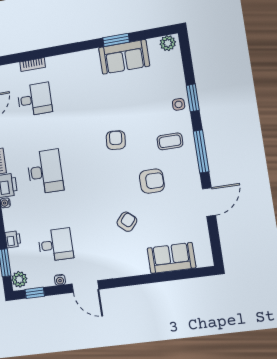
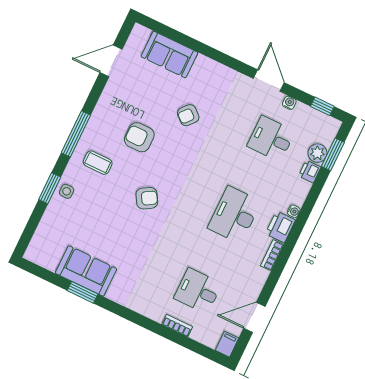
plant: (168, 43) -> (38, 255), removed
armchair: (116, 140) -> (147, 198), turned -126
door: (209, 202) -> (111, 61), moved
plant: (19, 279) -> (317, 153), moved

